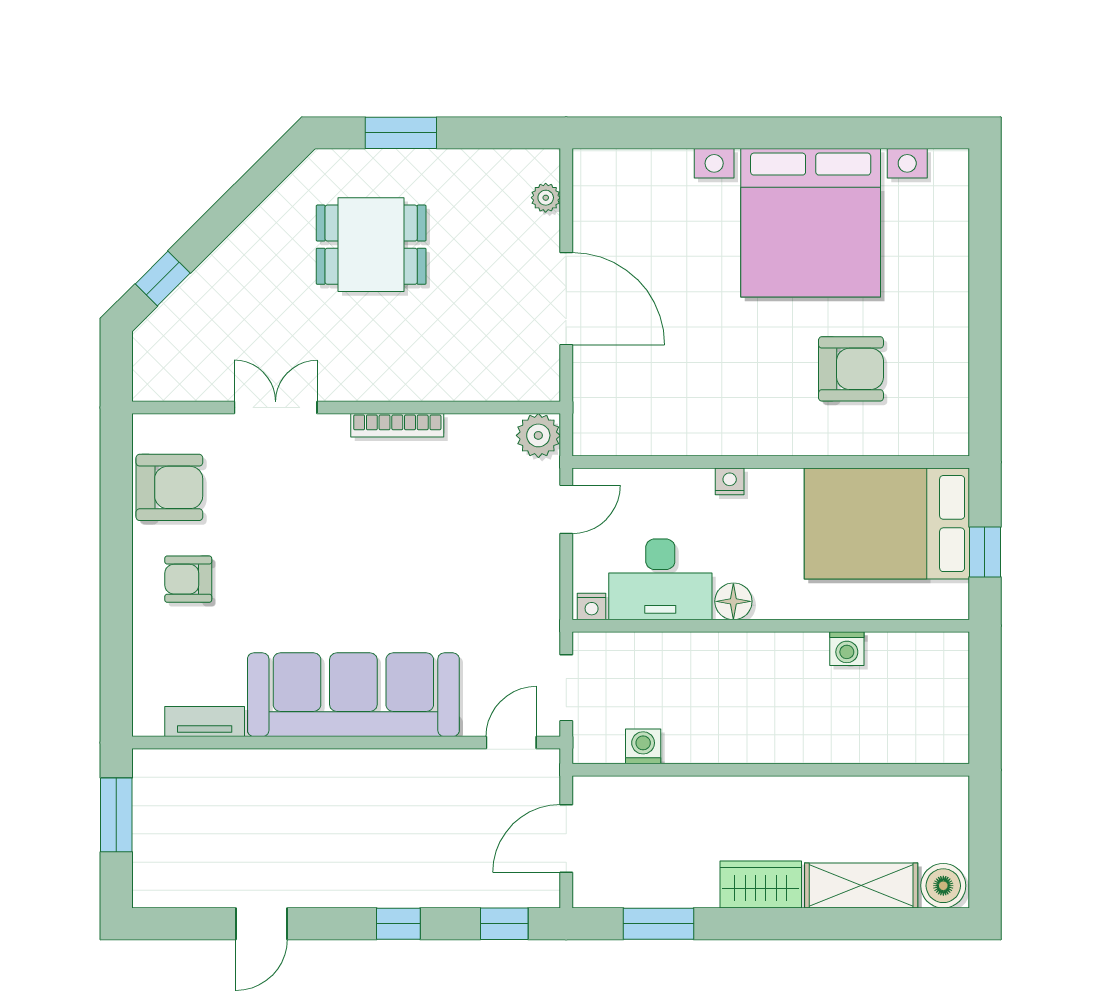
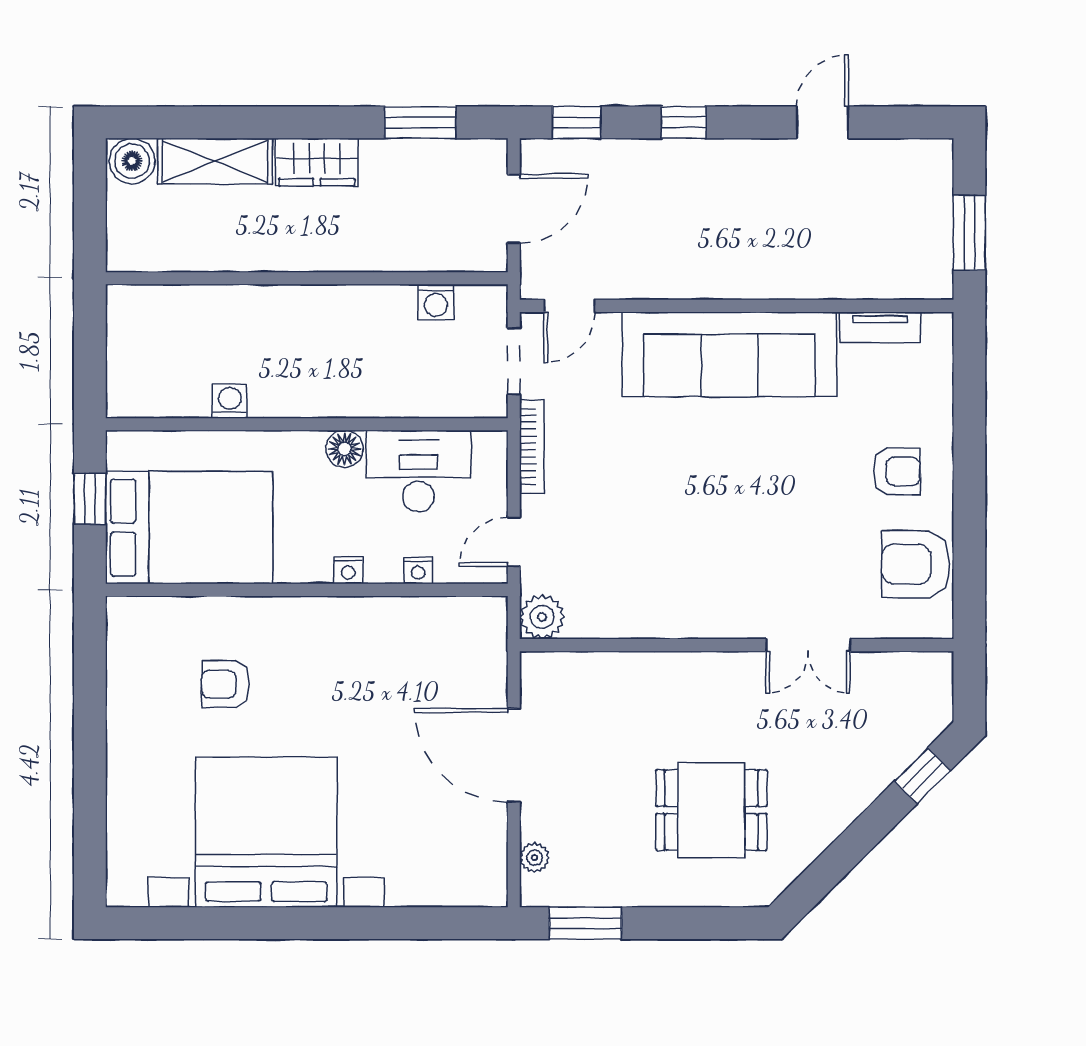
window: (401, 133) -> (585, 923), moved
armchair: (851, 369) -> (225, 684), width x0.72, depth x0.72
bookcase: (397, 425) -> (532, 446), moved, turned 90
nightstand: (592, 607) -> (418, 570), moved, turned 180

